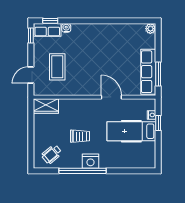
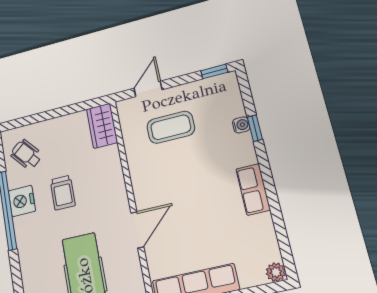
window: (50, 21) -> (255, 128), moved
row of seats: (47, 30) -> (253, 189), moved
door: (31, 75) -> (148, 89), hinge flipped
nightstand: (90, 161) -> (22, 201), moved

